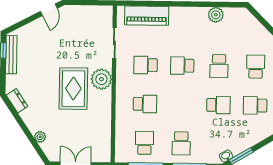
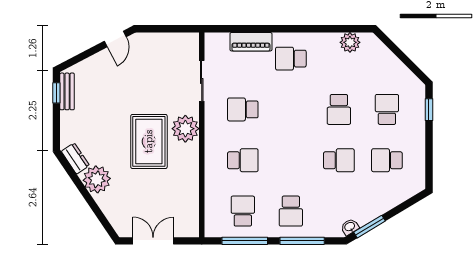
plant: (216, 15) -> (350, 42), moved
piano: (147, 16) -> (251, 42), width x0.73, depth x0.75
bench: (11, 55) -> (67, 91), width x0.73
school desk: (182, 66) -> (291, 59), moved
plant: (40, 137) -> (97, 179), moved, width x1.87, depth x1.87

